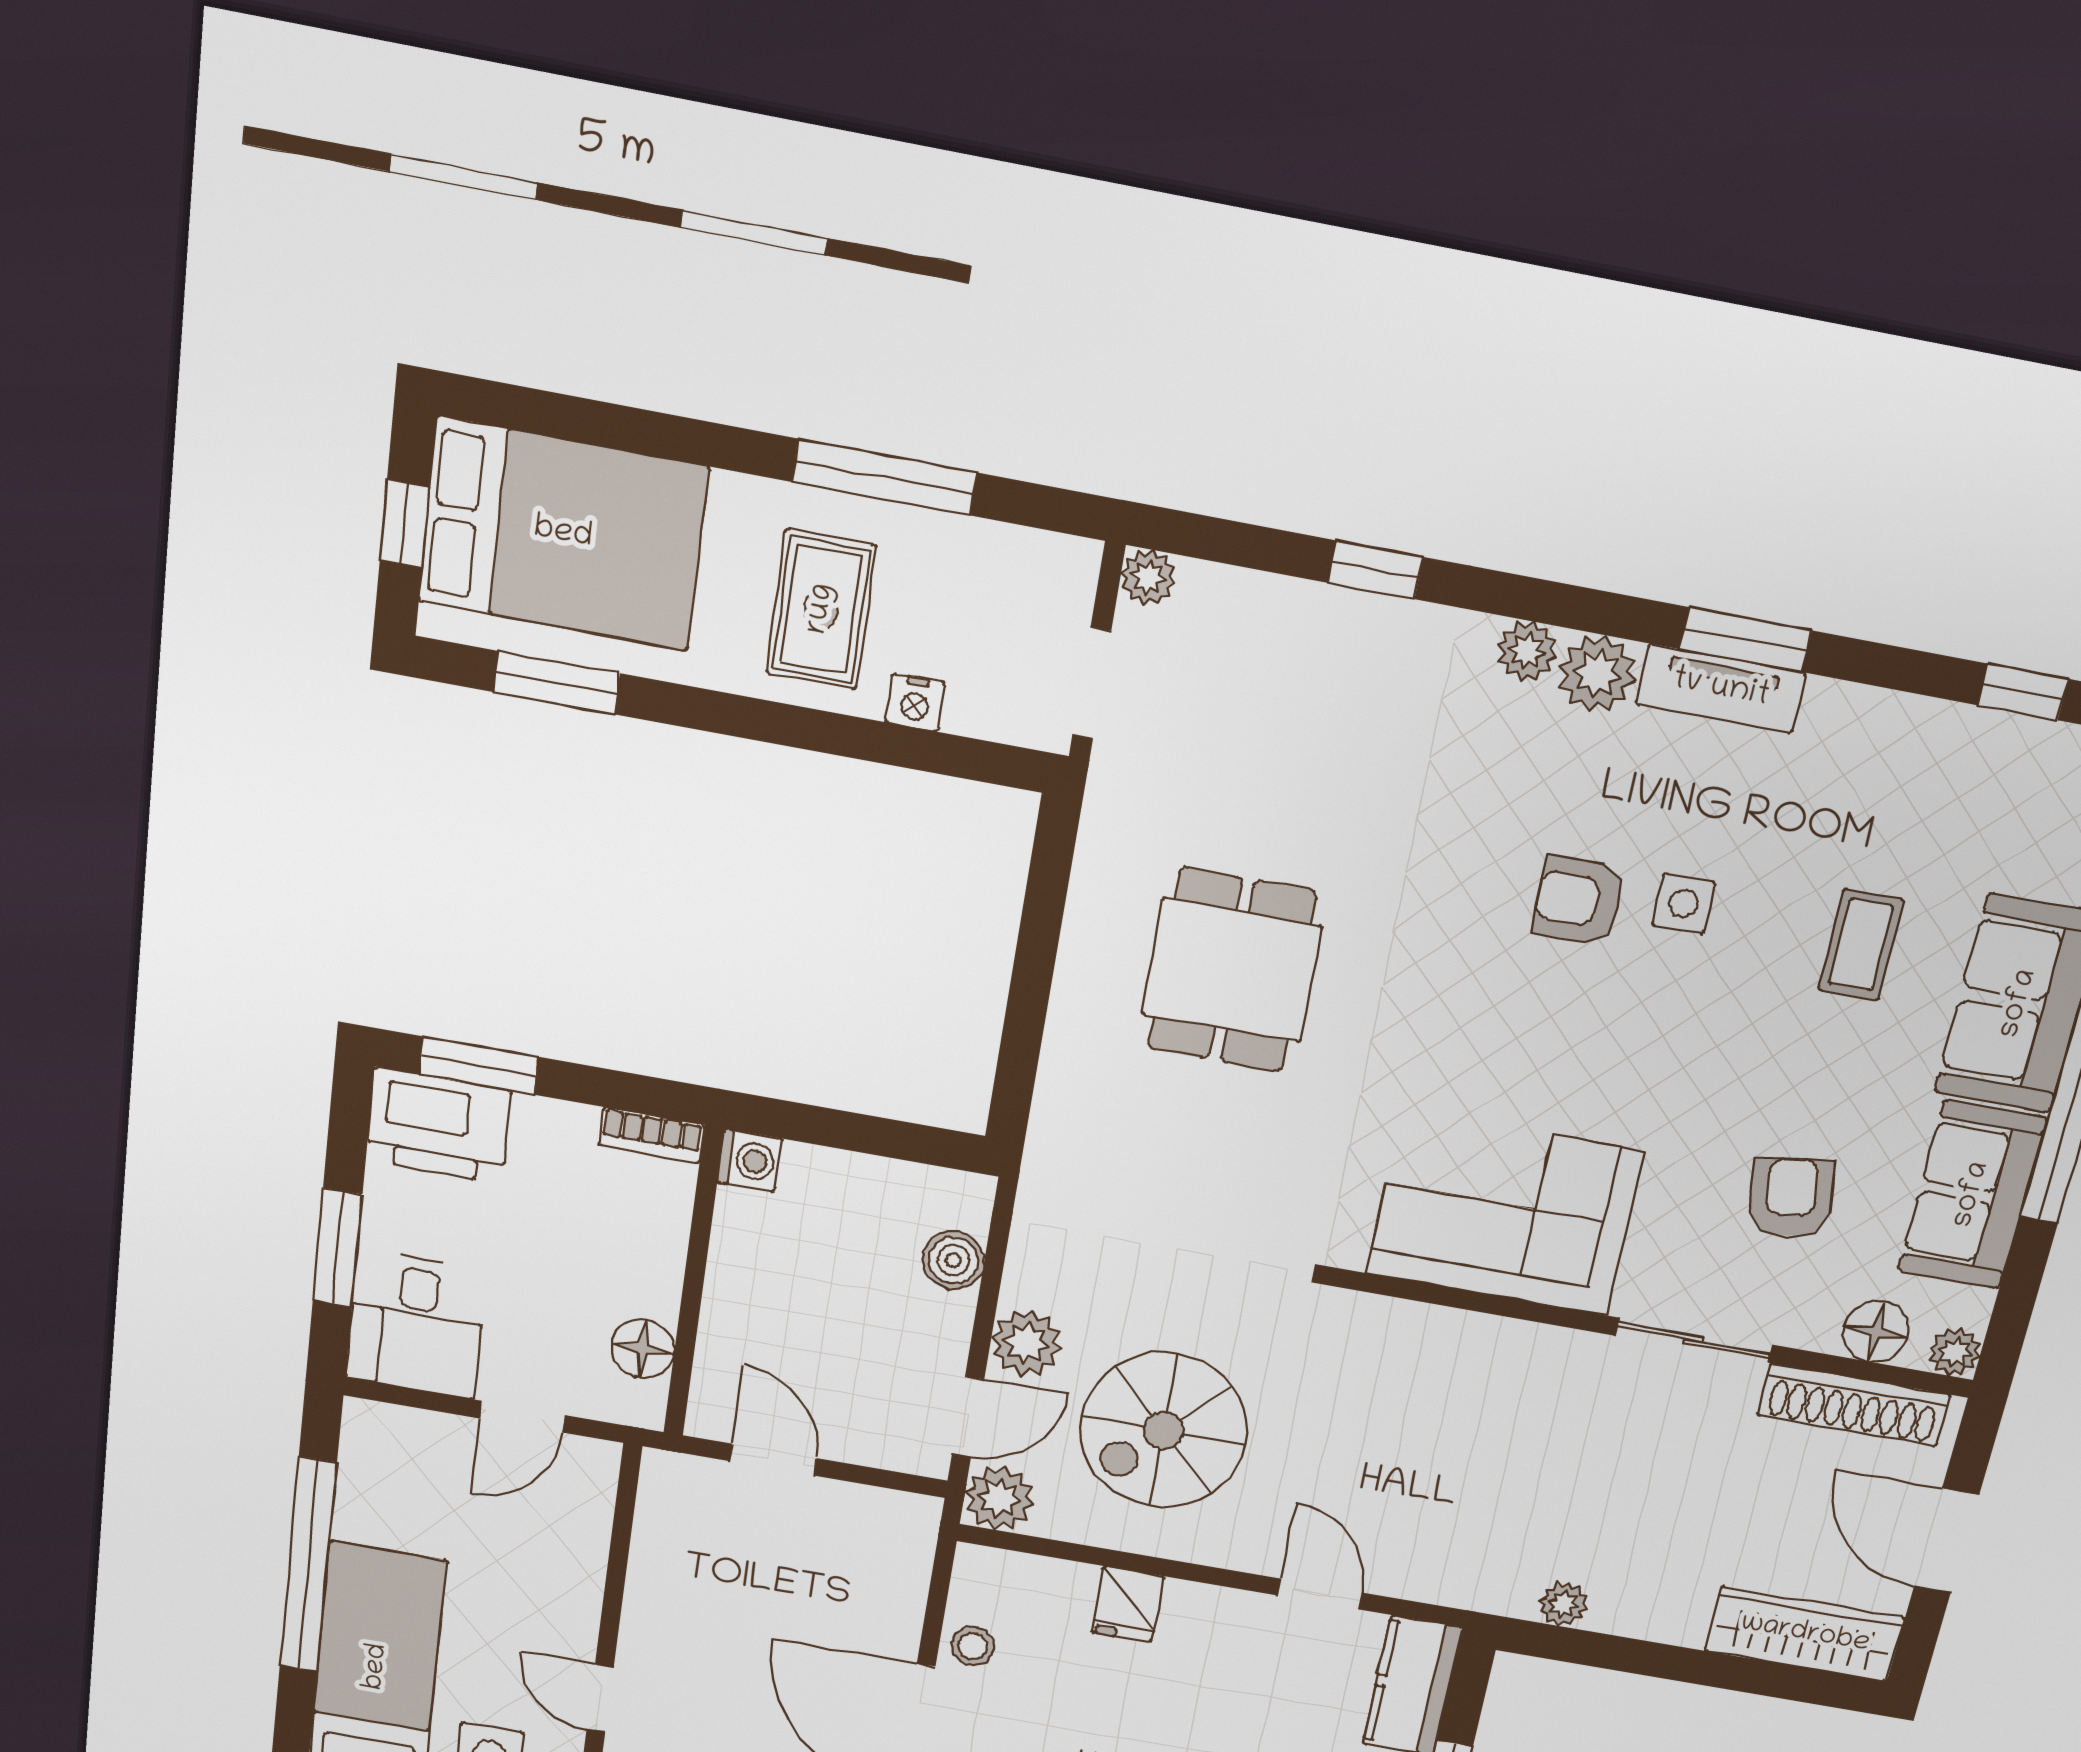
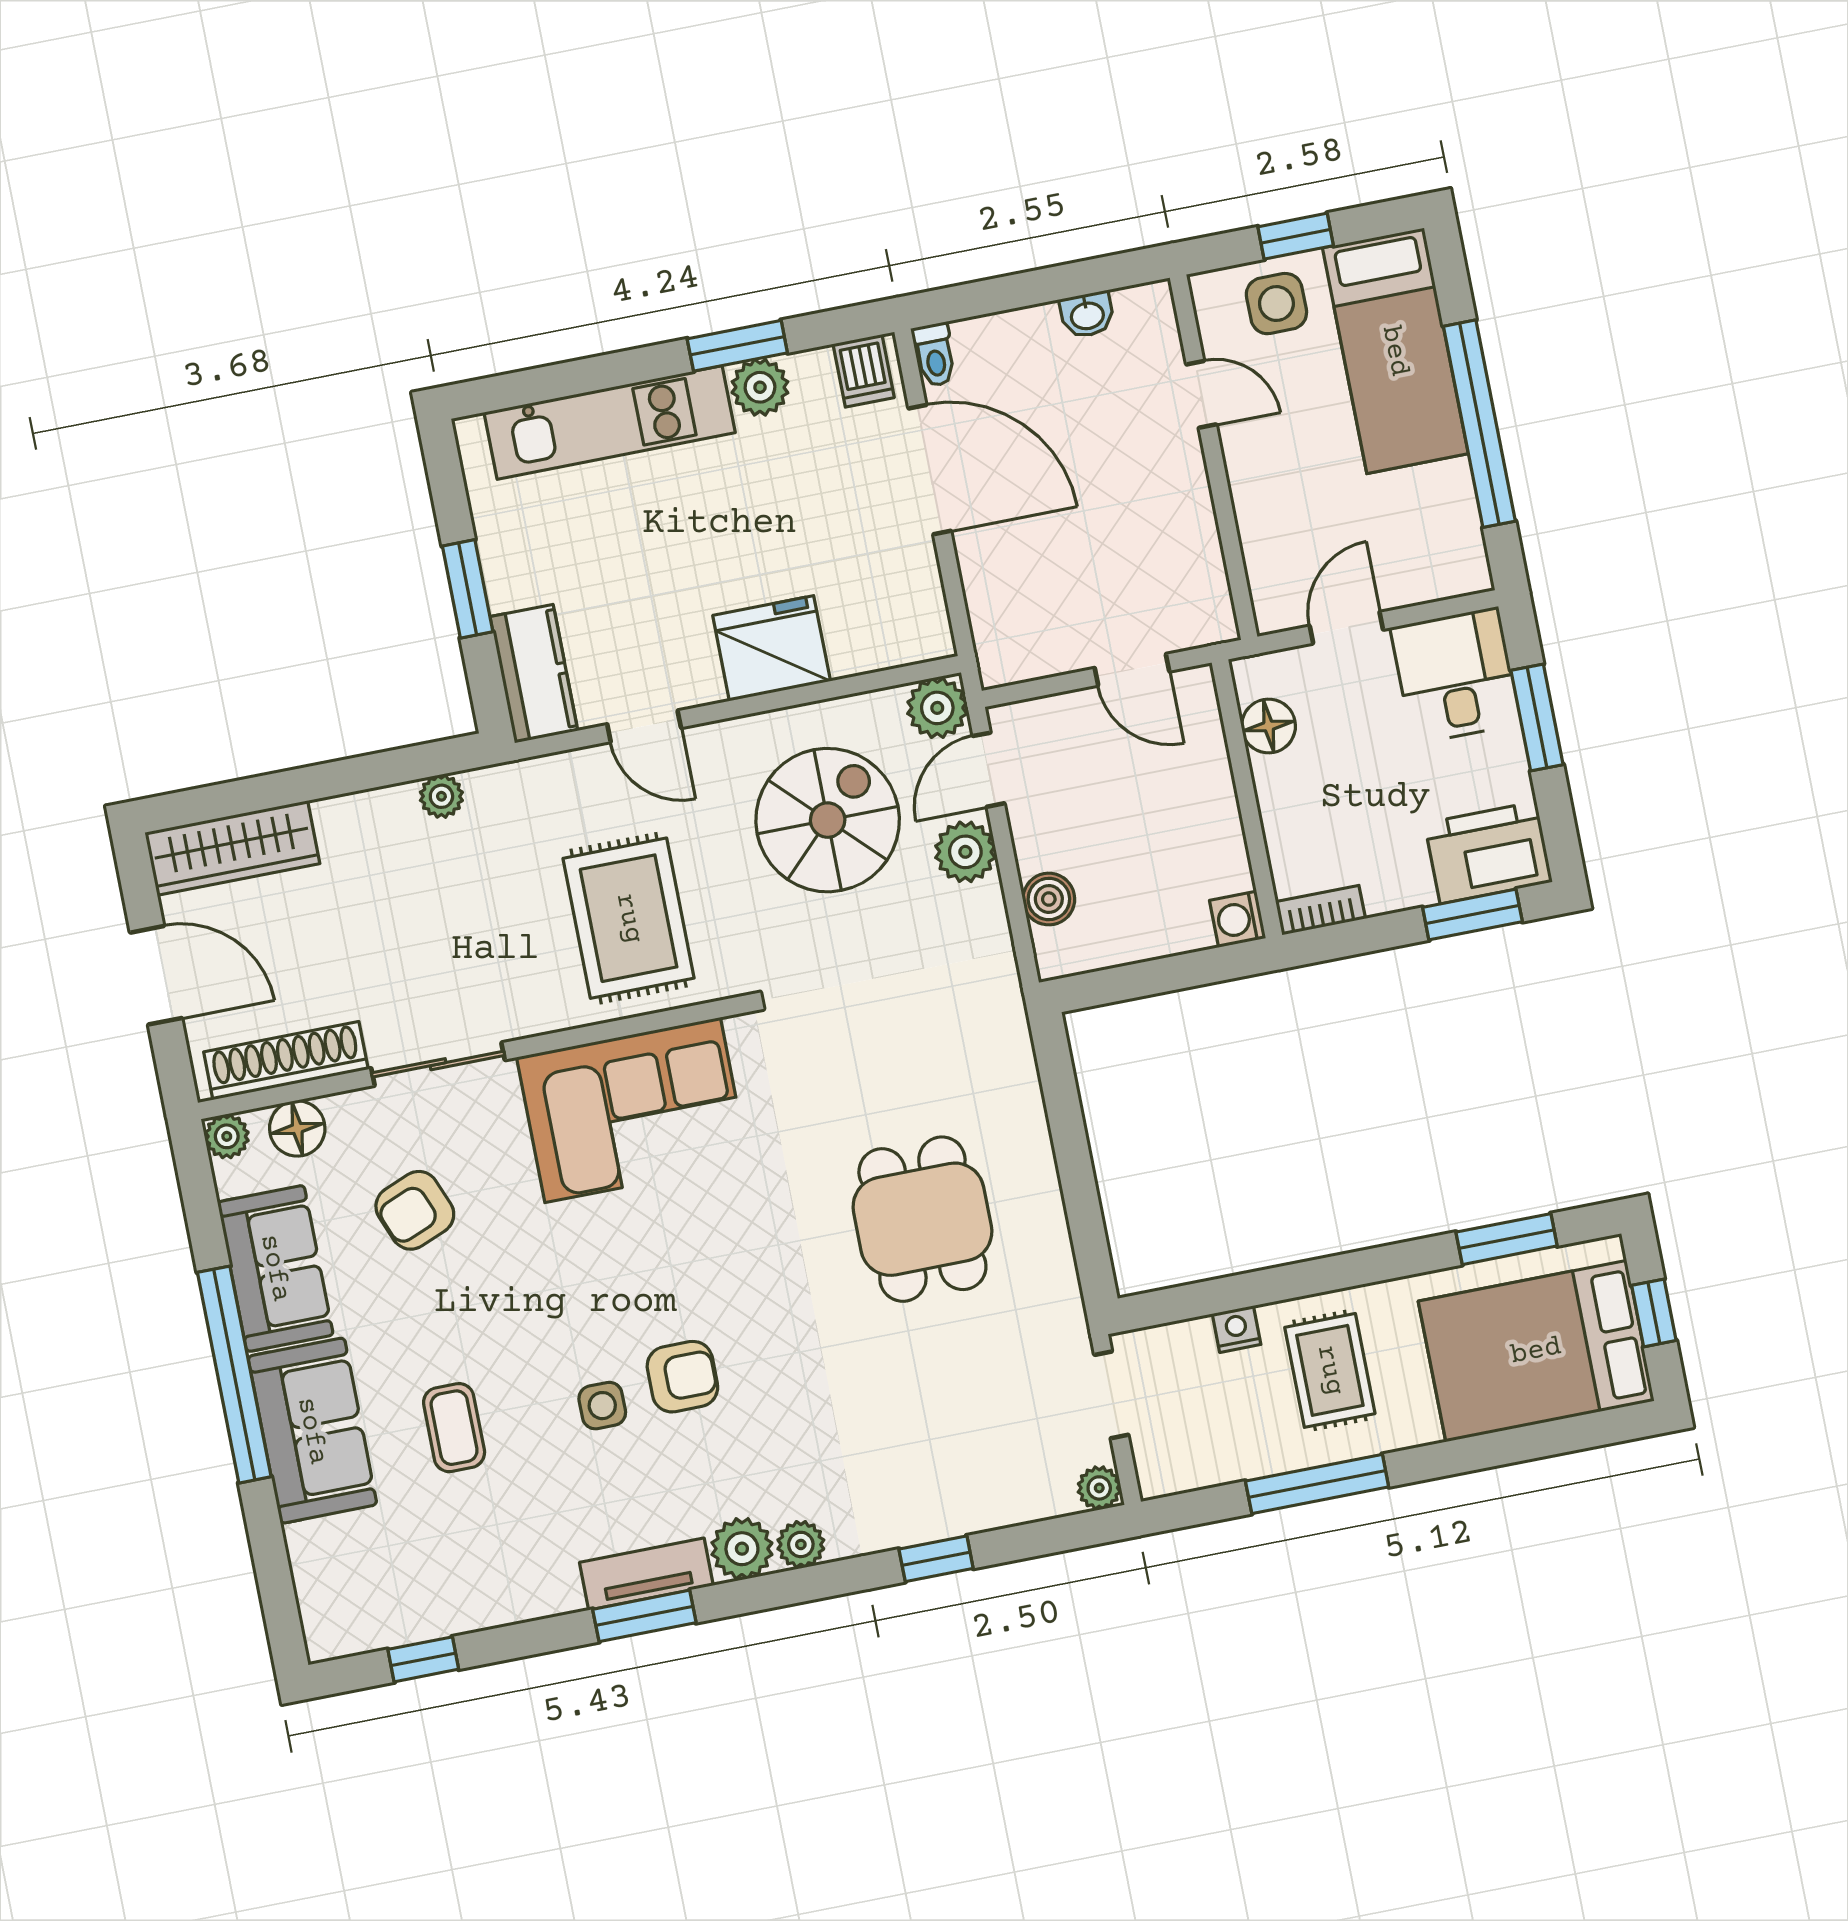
armchair: (1791, 1198) -> (415, 1210), turned 77
rug: (1421, 1411) -> (629, 918), added
fridge: (1128, 1604) -> (772, 648), width x1.88, depth x1.34
stool: (973, 1646) -> (910, 566), removed

